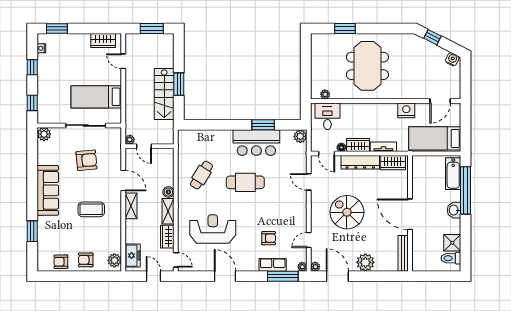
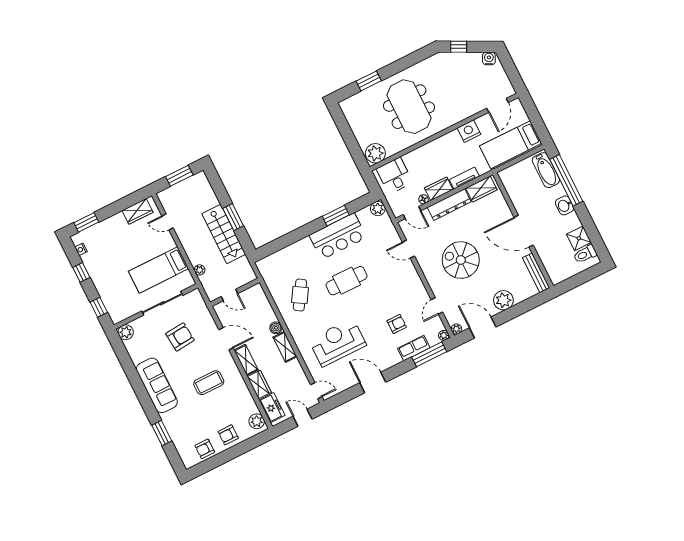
plant: (325, 94) -> (375, 153), width x1.87, depth x1.87
plant: (130, 140) -> (200, 270), moved
wardrobe: (167, 237) -> (259, 384), moved, turned 180

